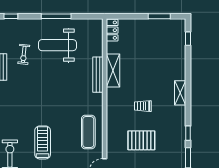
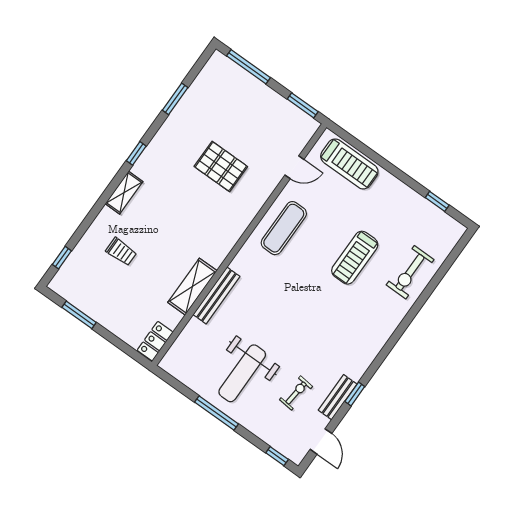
weight bench: (57, 45) -> (242, 373), turned 90
trolley: (143, 106) -> (121, 252), moved
window: (188, 133) -> (136, 153), moved

